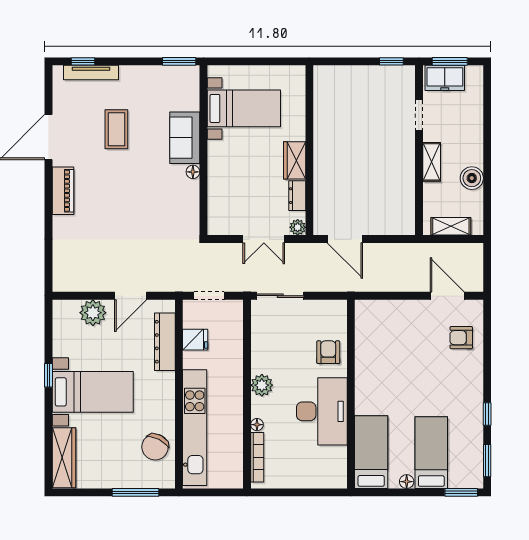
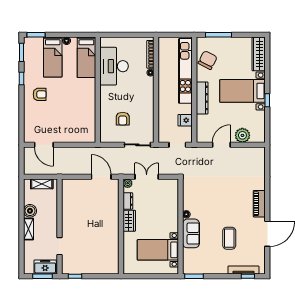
shelving: (432, 162) -> (28, 229), moved
armchair: (461, 338) -> (40, 94), moved
dresser: (165, 342) -> (202, 98), moved
armchair: (328, 352) -> (123, 119), moved
plant: (262, 385) -> (148, 95), removed
desk: (322, 411) -> (114, 66), moved

